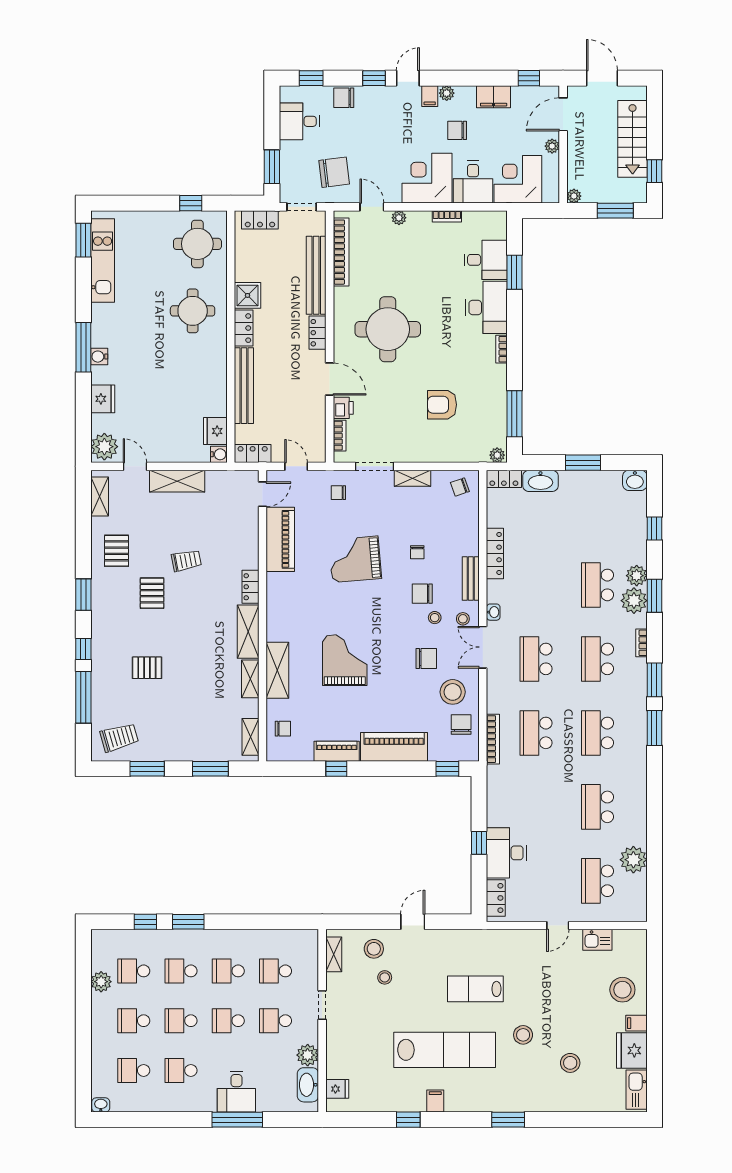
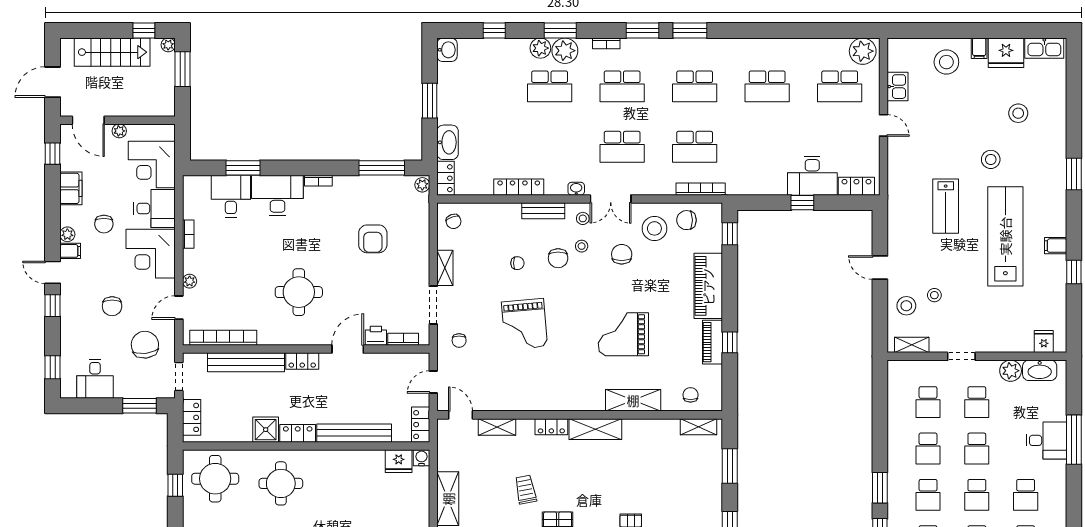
chair: (344, 98) -> (112, 306), moved
plant: (574, 196) -> (168, 45), moved
round table: (388, 329) -> (299, 292), width x0.73, depth x0.73
piano: (280, 539) -> (505, 397), removed
shelving: (250, 679) -> (497, 427), moved
plant: (633, 860) -> (863, 51), moved

